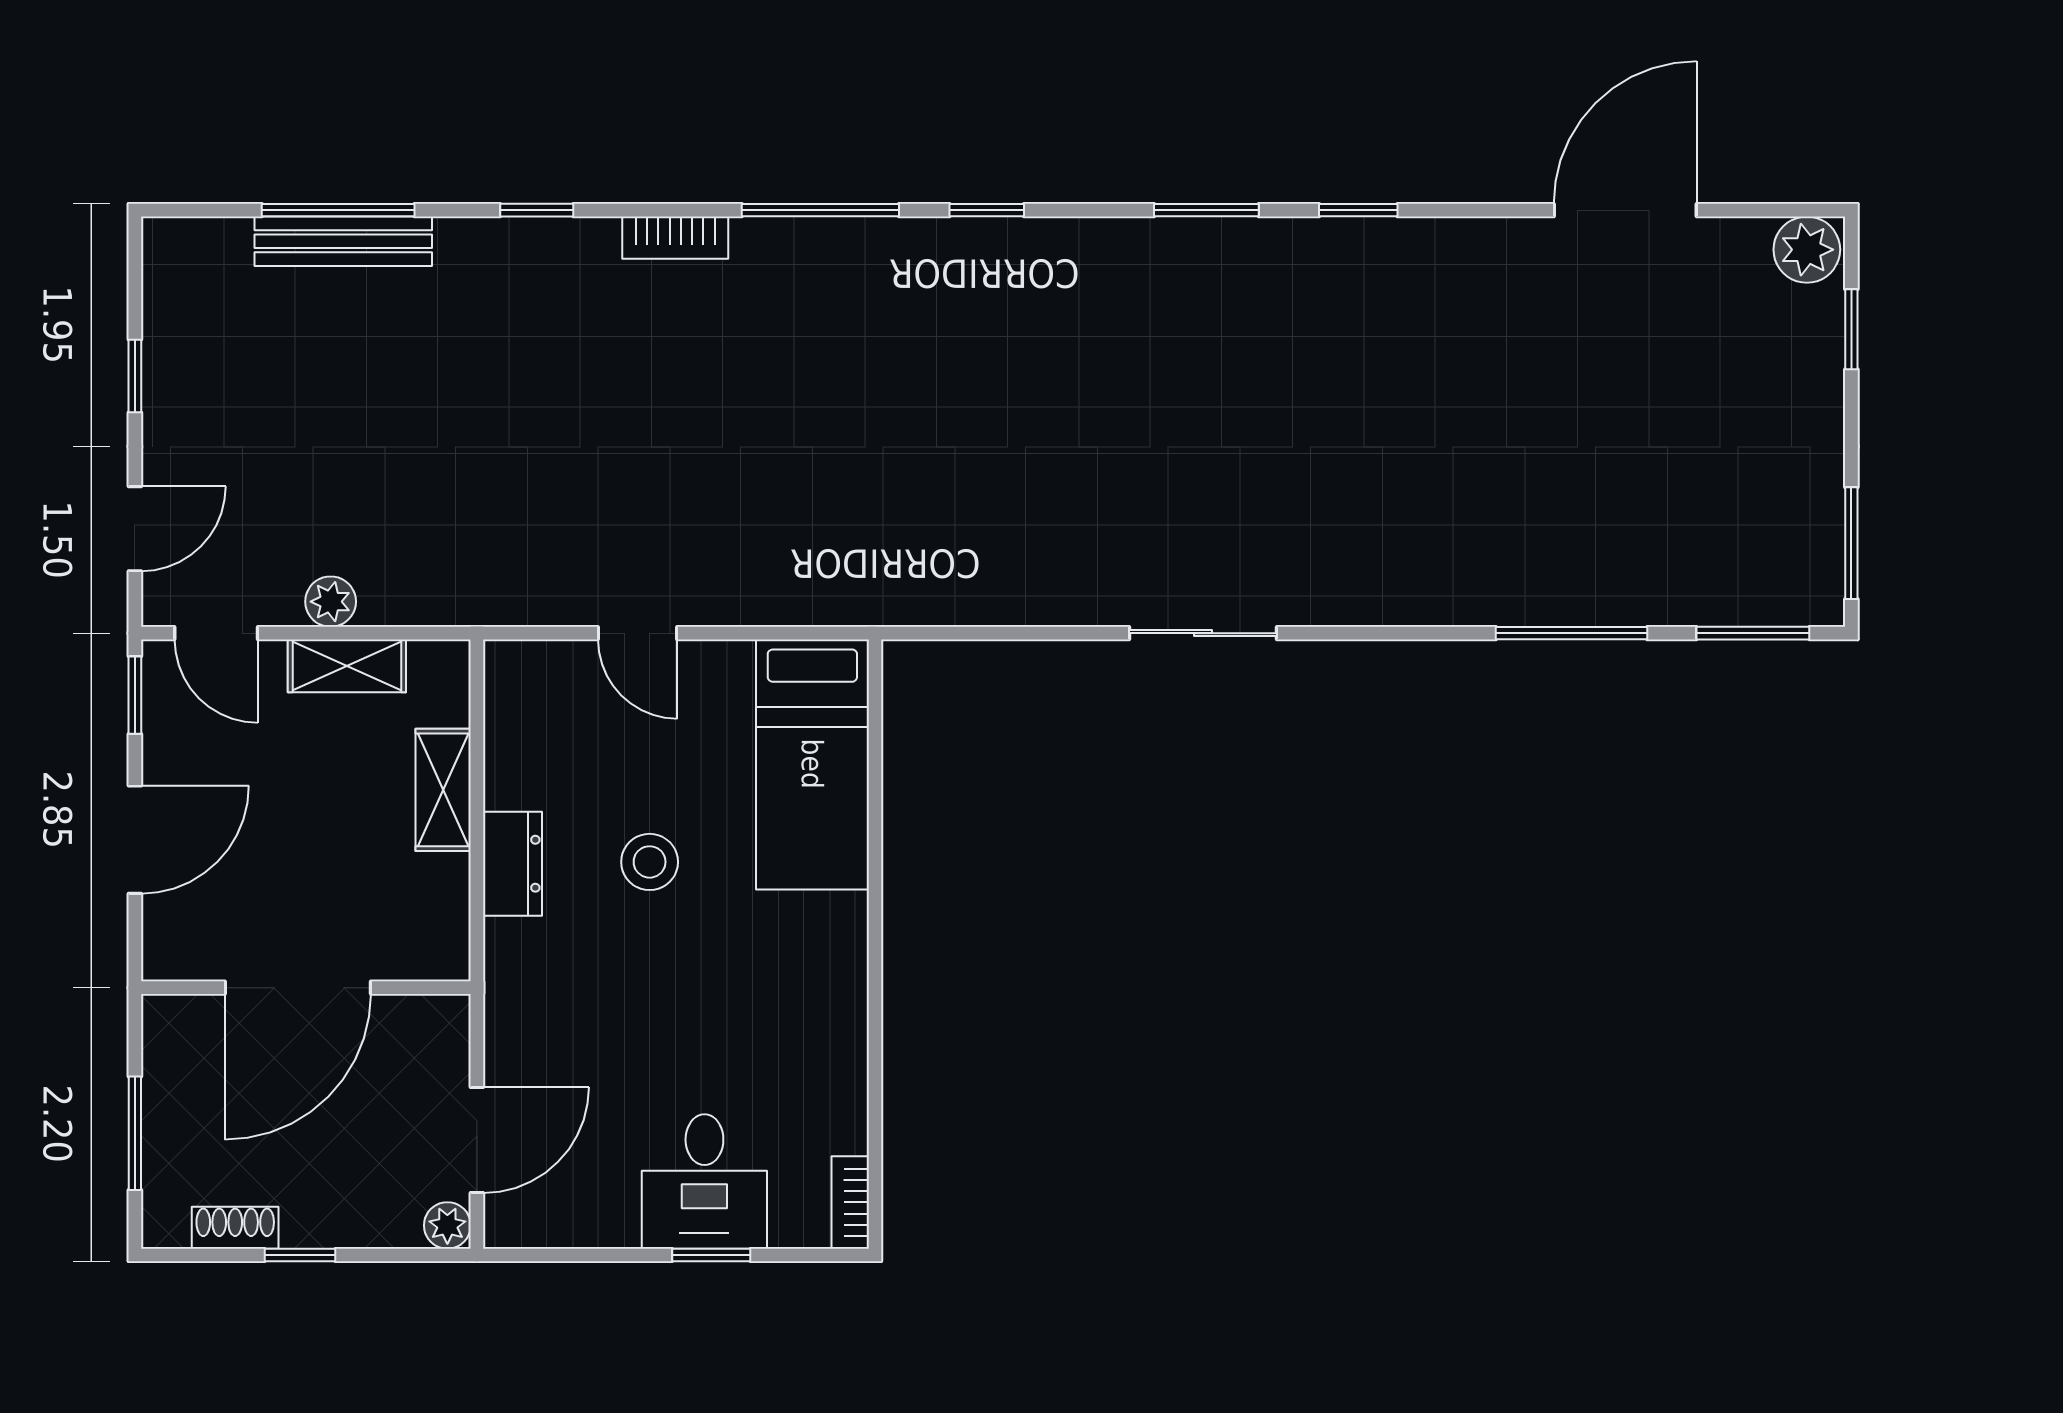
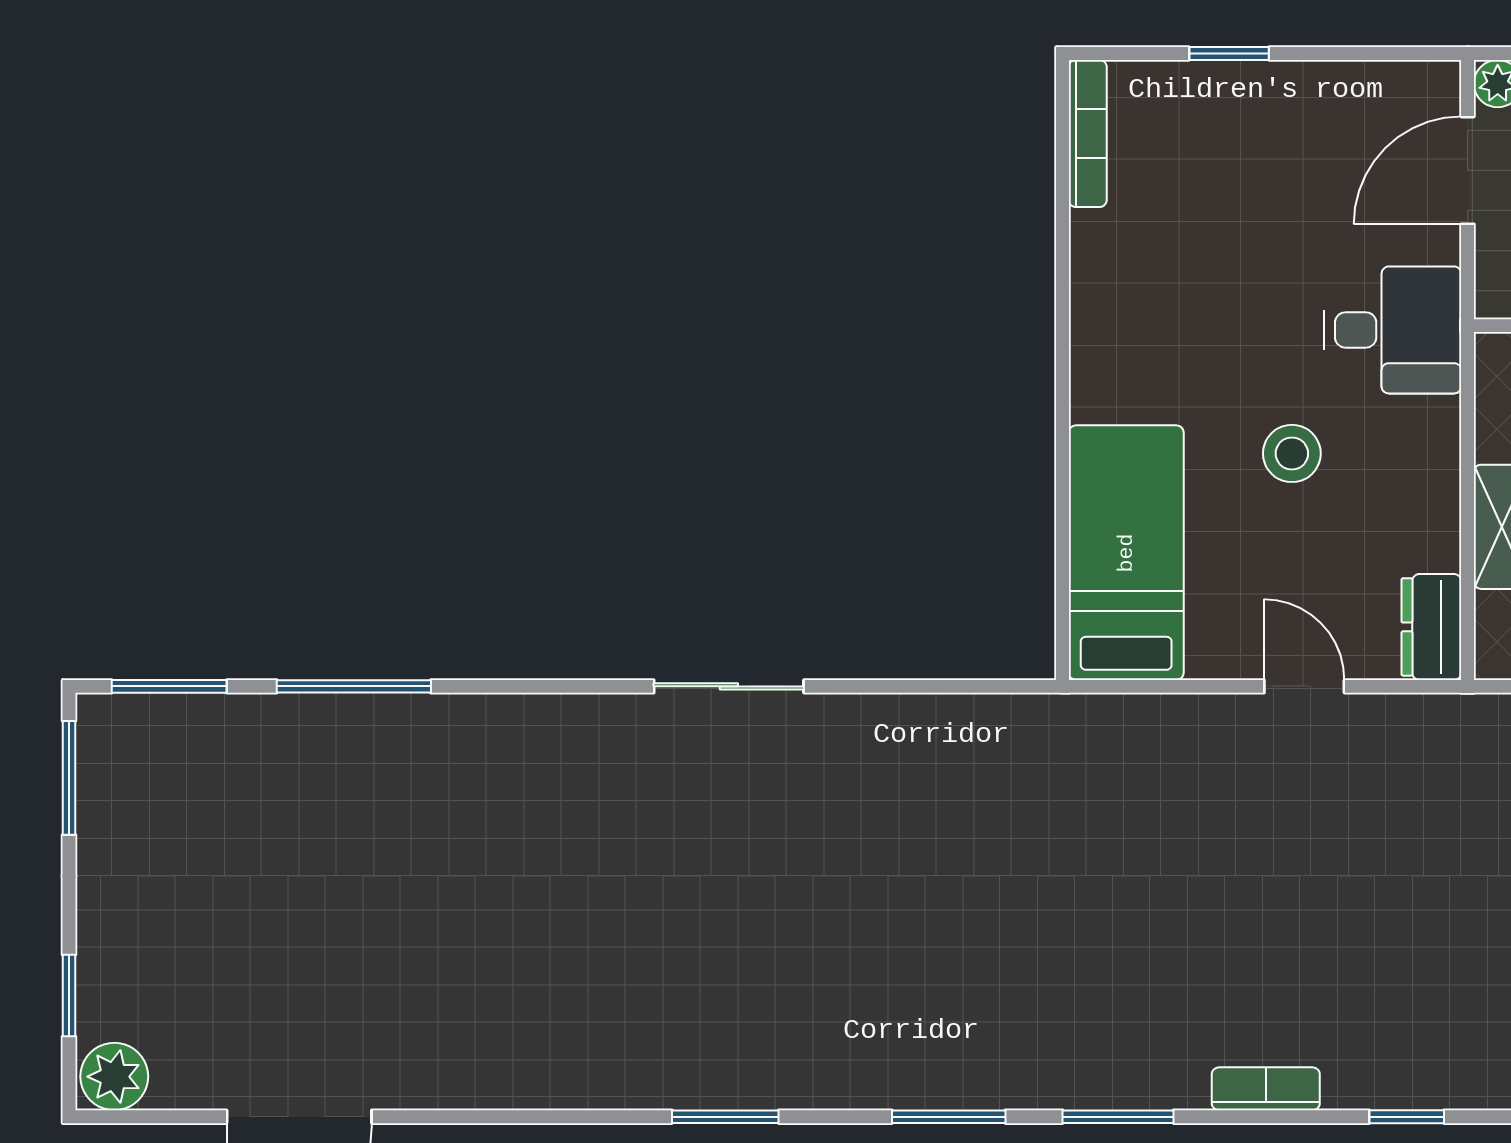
window: (820, 210) -> (1118, 1117), width x0.69
window: (987, 210) -> (949, 1117), width x1.50
window: (1358, 210) -> (571, 1117), removed
dresser: (512, 864) -> (1431, 627), moved
desk: (704, 1181) -> (1393, 330), moved, turned 90
bookcase: (850, 1202) -> (1088, 134), width x1.56

